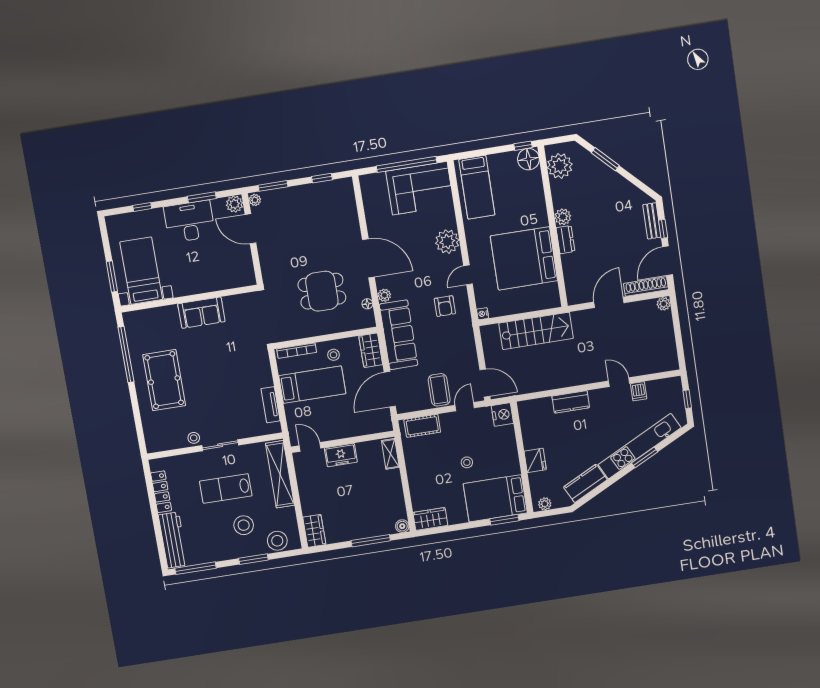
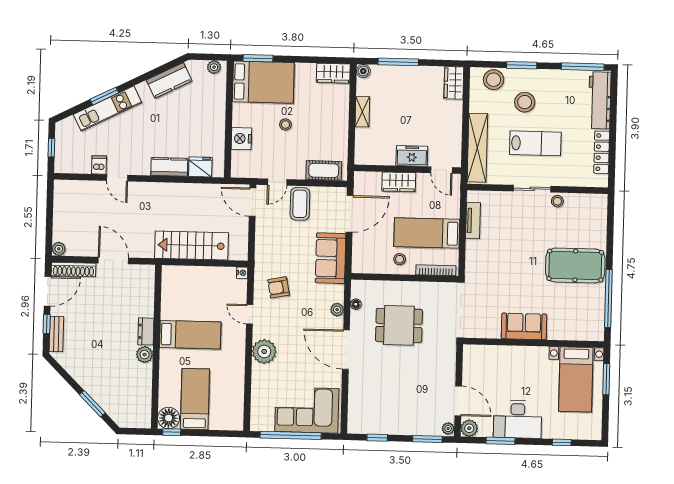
plant: (560, 166) -> (139, 406), removed
bed: (477, 187) -> (195, 399), moved
corner sofa: (420, 188) -> (307, 410), moved
bed: (524, 258) -> (190, 335), width x0.49
door: (468, 275) -> (250, 314), swing flipped
door: (609, 302) -> (113, 260), swing flipped
armchair: (445, 306) -> (279, 287), turned -101
sofa: (399, 335) -> (331, 258), width x0.73
wardrobe: (371, 350) -> (399, 182), moved, turned 90
pool table: (164, 380) -> (575, 265), turned 90
nightstand: (502, 415) -> (241, 139), moved
kitchen unit: (640, 446) -> (108, 109), width x0.73
shelving: (390, 454) -> (362, 112), moved
fridge: (535, 460) -> (200, 167), moved, turned 90

